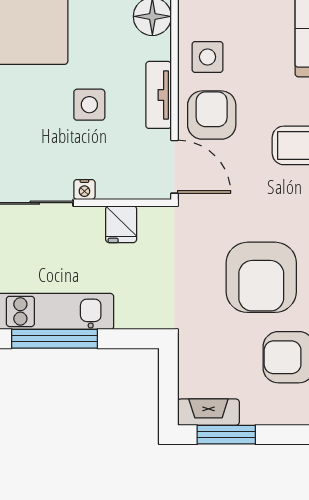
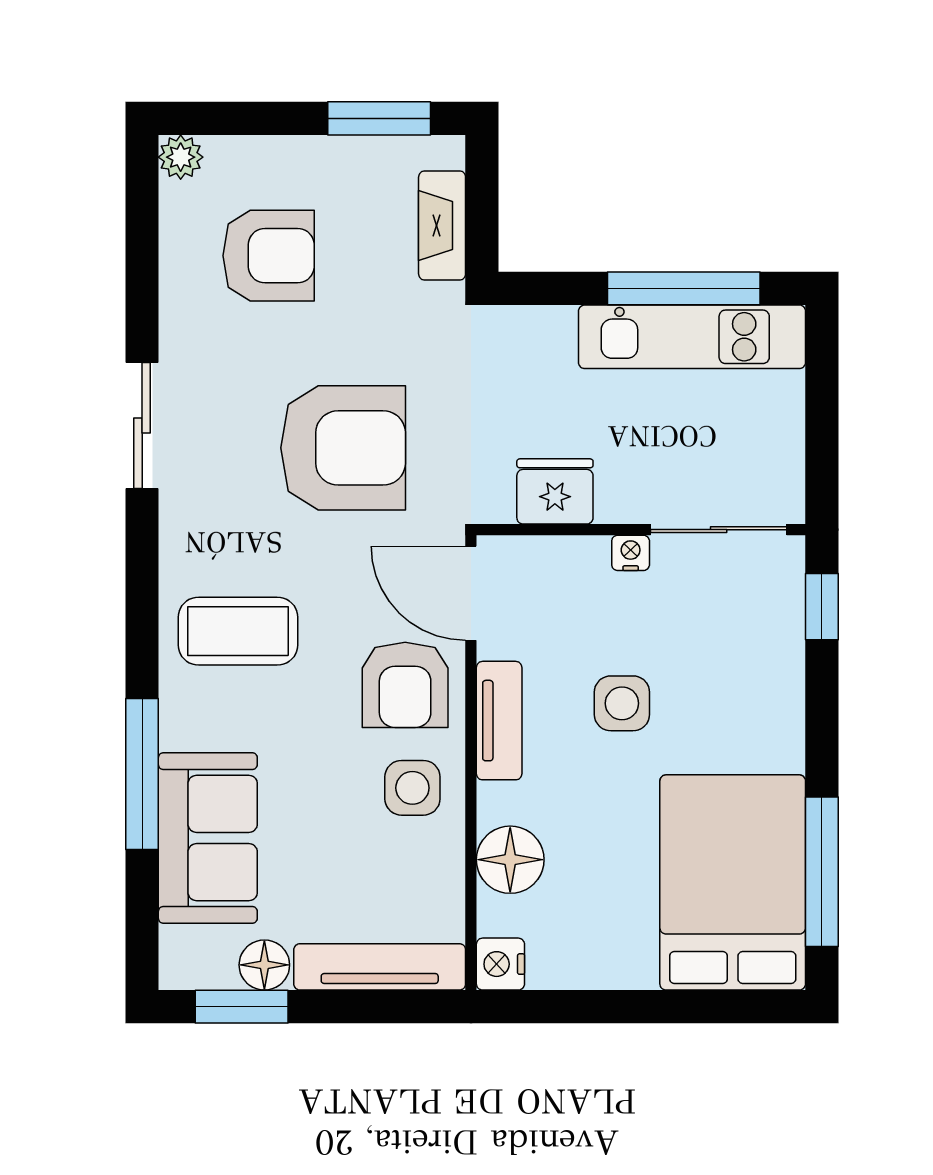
fridge: (121, 224) -> (555, 491), width x1.38
armchair: (261, 277) -> (343, 448), moved, turned 90
fireplace: (208, 412) -> (442, 226), moved, turned 90

